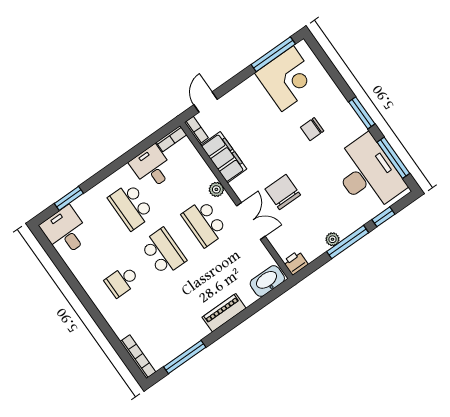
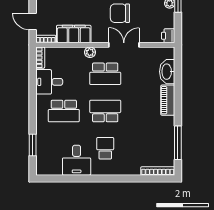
desk: (65, 231) -> (77, 160), moved, turned -90
school desk: (122, 281) -> (105, 148), turned 180
washbasin: (267, 281) -> (167, 72), moved

